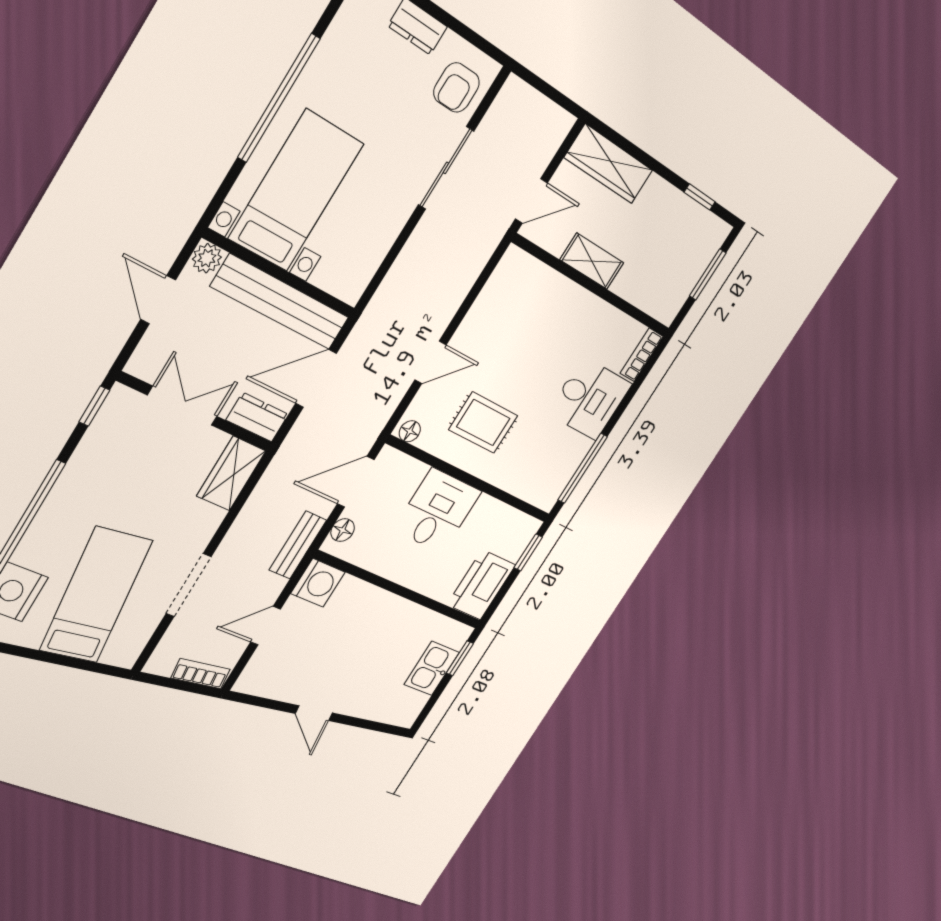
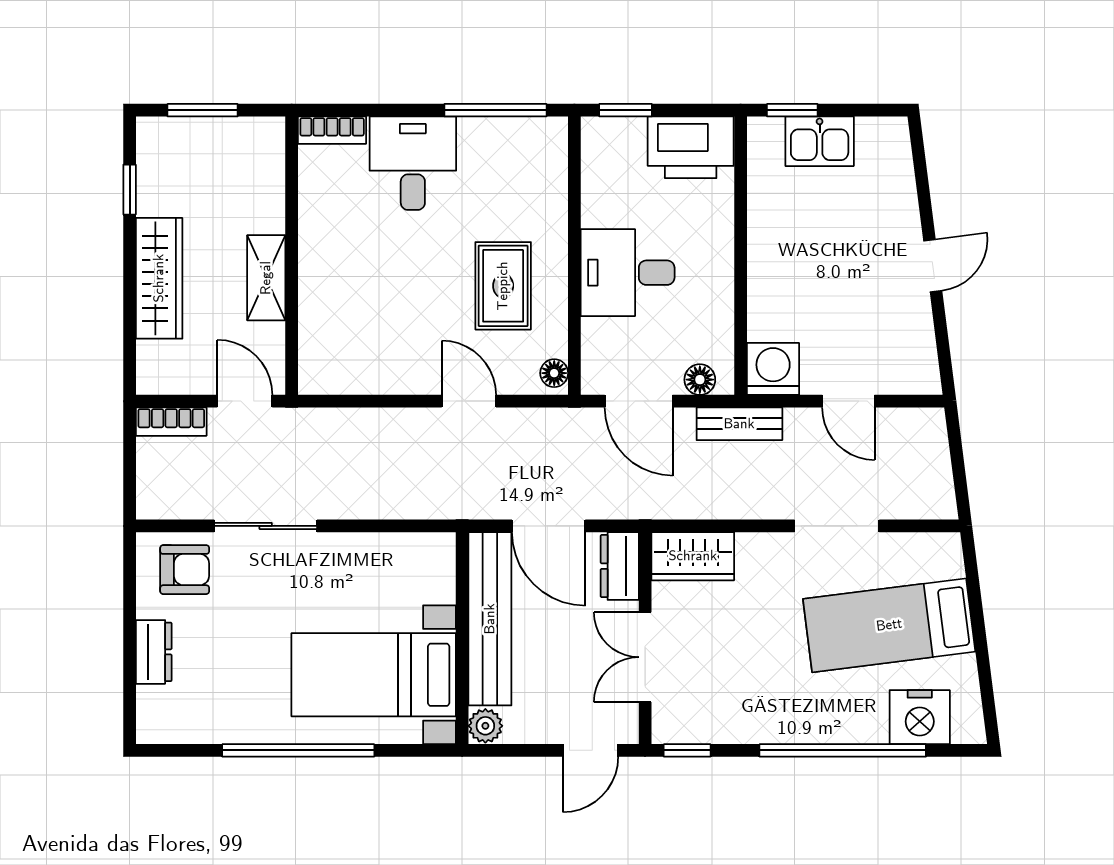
wardrobe: (609, 164) -> (159, 278), moved
door: (158, 300) -> (590, 750), moved
bookcase: (201, 674) -> (171, 422), moved, turned -83

